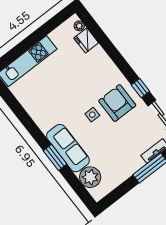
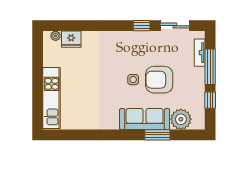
armchair: (117, 103) -> (159, 80), moved
window: (55, 157) -> (157, 135), moved
window: (123, 189) -> (210, 100), added

